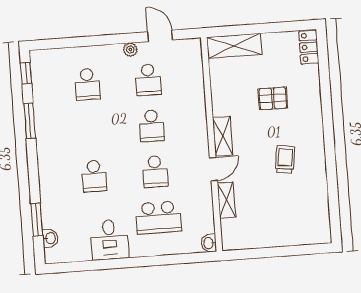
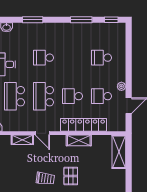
pallet: (273, 98) -> (71, 176), moved
locker: (196, 105) -> (84, 125), added
shelving: (223, 136) -> (79, 140), moved
school desk: (155, 172) -> (44, 96), width x1.85
window: (37, 220) -> (33, 20), moved

